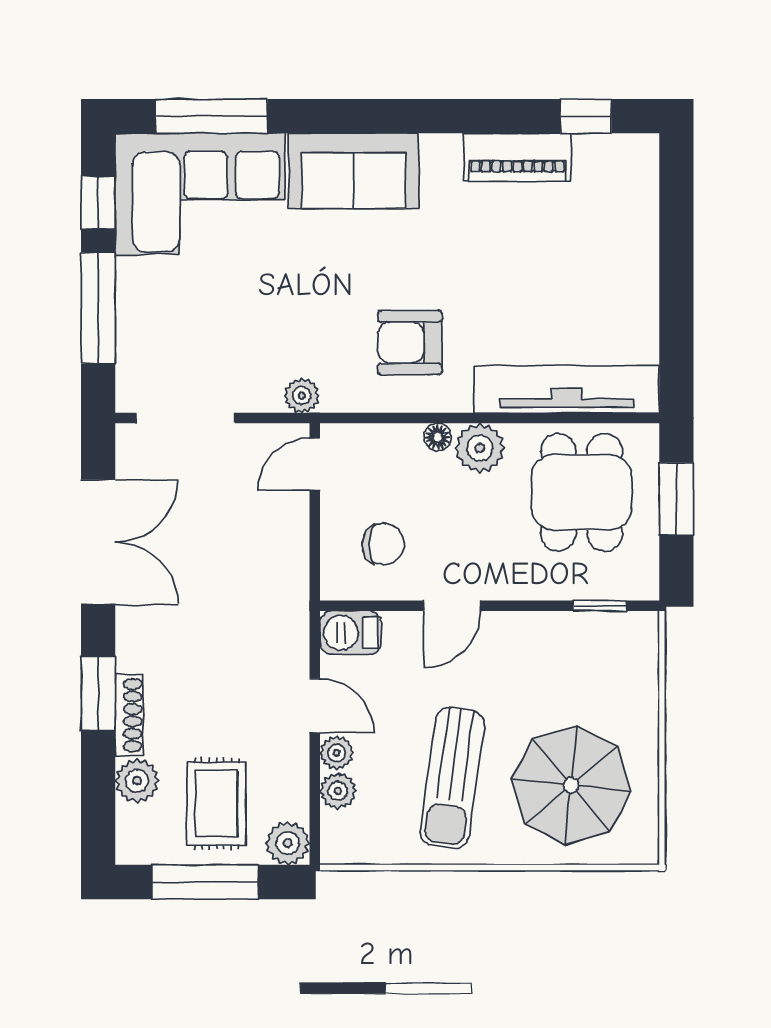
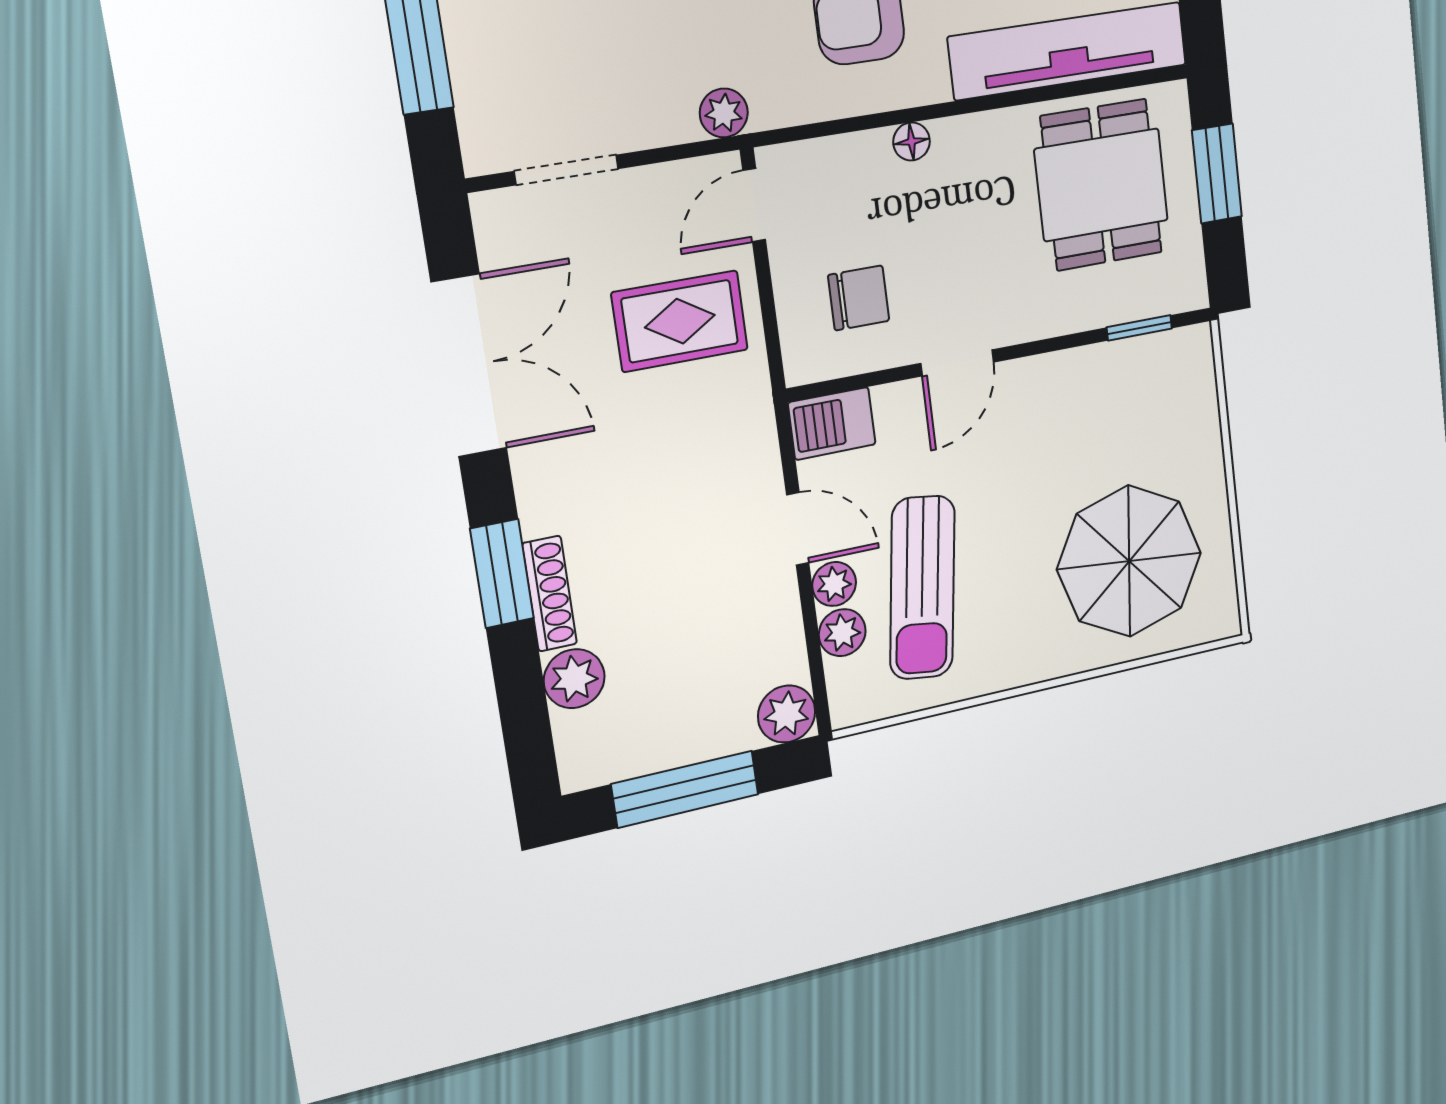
doorway: (185, 418) -> (567, 170), width x0.73
plant: (480, 448) -> (967, 147), removed
sun lounger: (452, 778) -> (922, 588), moved
rug: (216, 804) -> (680, 321), moved, turned 90

